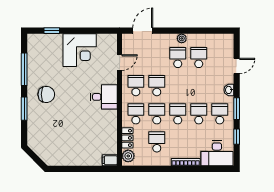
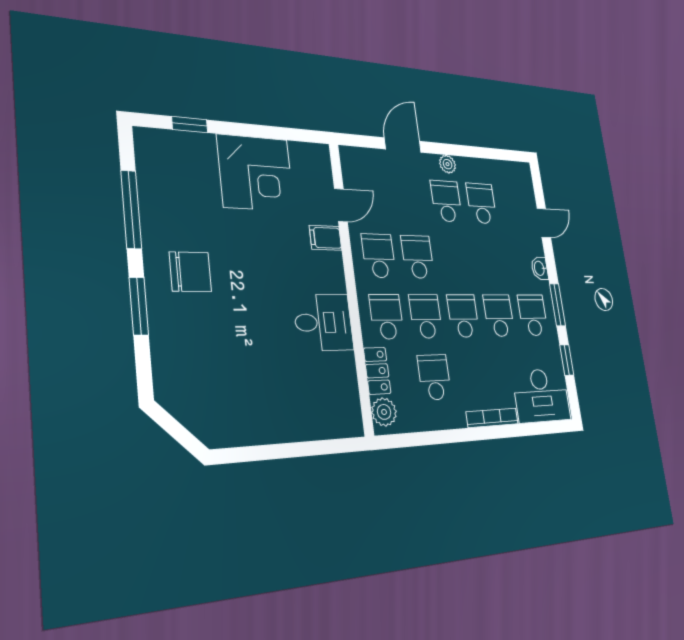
door: (143, 31) -> (403, 145), moved
desk: (104, 97) -> (323, 322), moved
filing cabinet: (110, 160) -> (326, 238), moved

